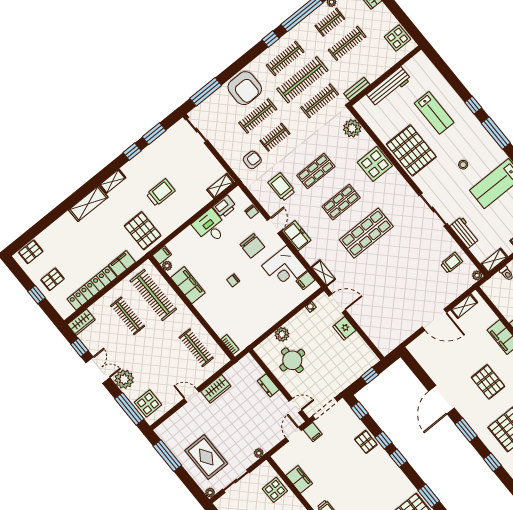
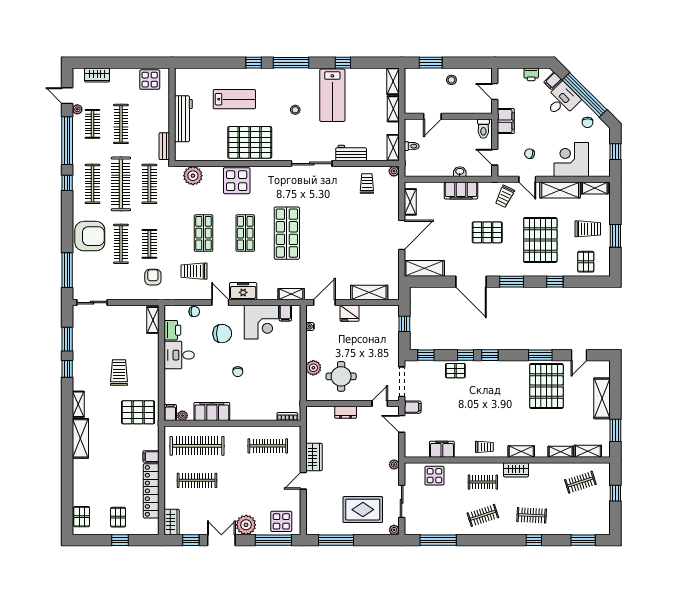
filing cabinet: (122, 264) -> (151, 457), width x0.50
shelving: (372, 330) -> (369, 293), added
shelving: (423, 357) -> (424, 268), added

